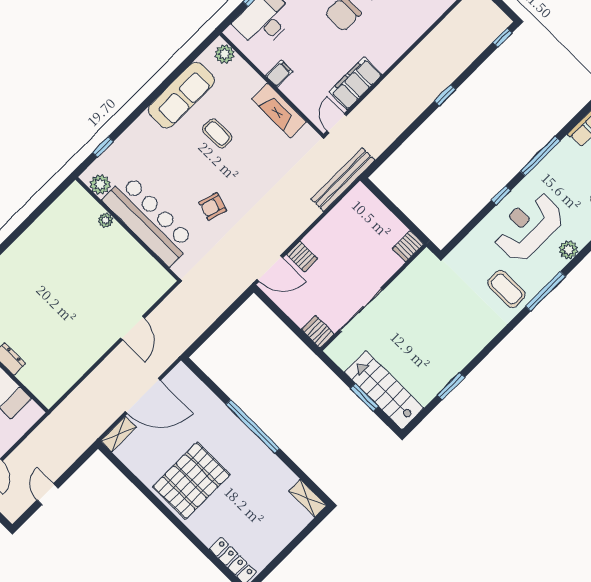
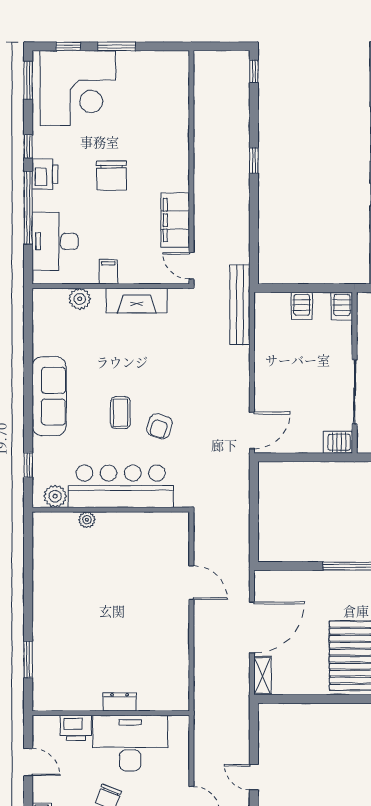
plant: (225, 54) -> (80, 299), moved
sofa: (181, 95) -> (49, 396), moved
coffee table: (217, 133) -> (120, 413), moved, turned 90
server rack: (302, 256) -> (302, 306), moved, turned 90

